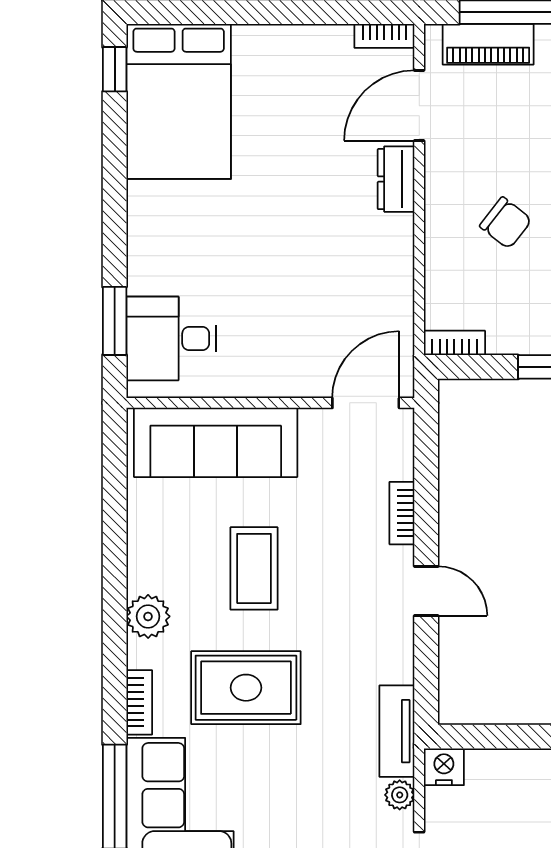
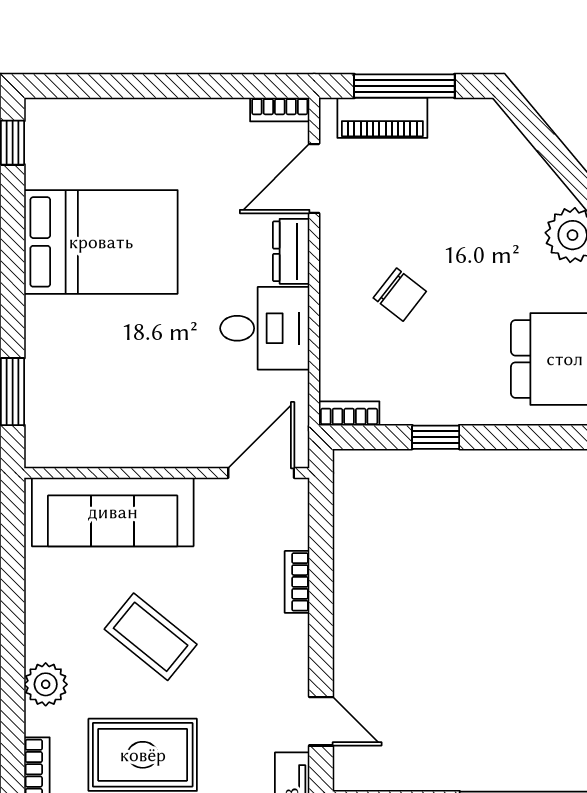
bed: (179, 101) -> (101, 242), moved, turned -90
desk: (171, 338) -> (265, 328), moved, turned 180
coffee table: (254, 568) -> (151, 637), turned -51
door: (426, 591) -> (321, 721), moved

